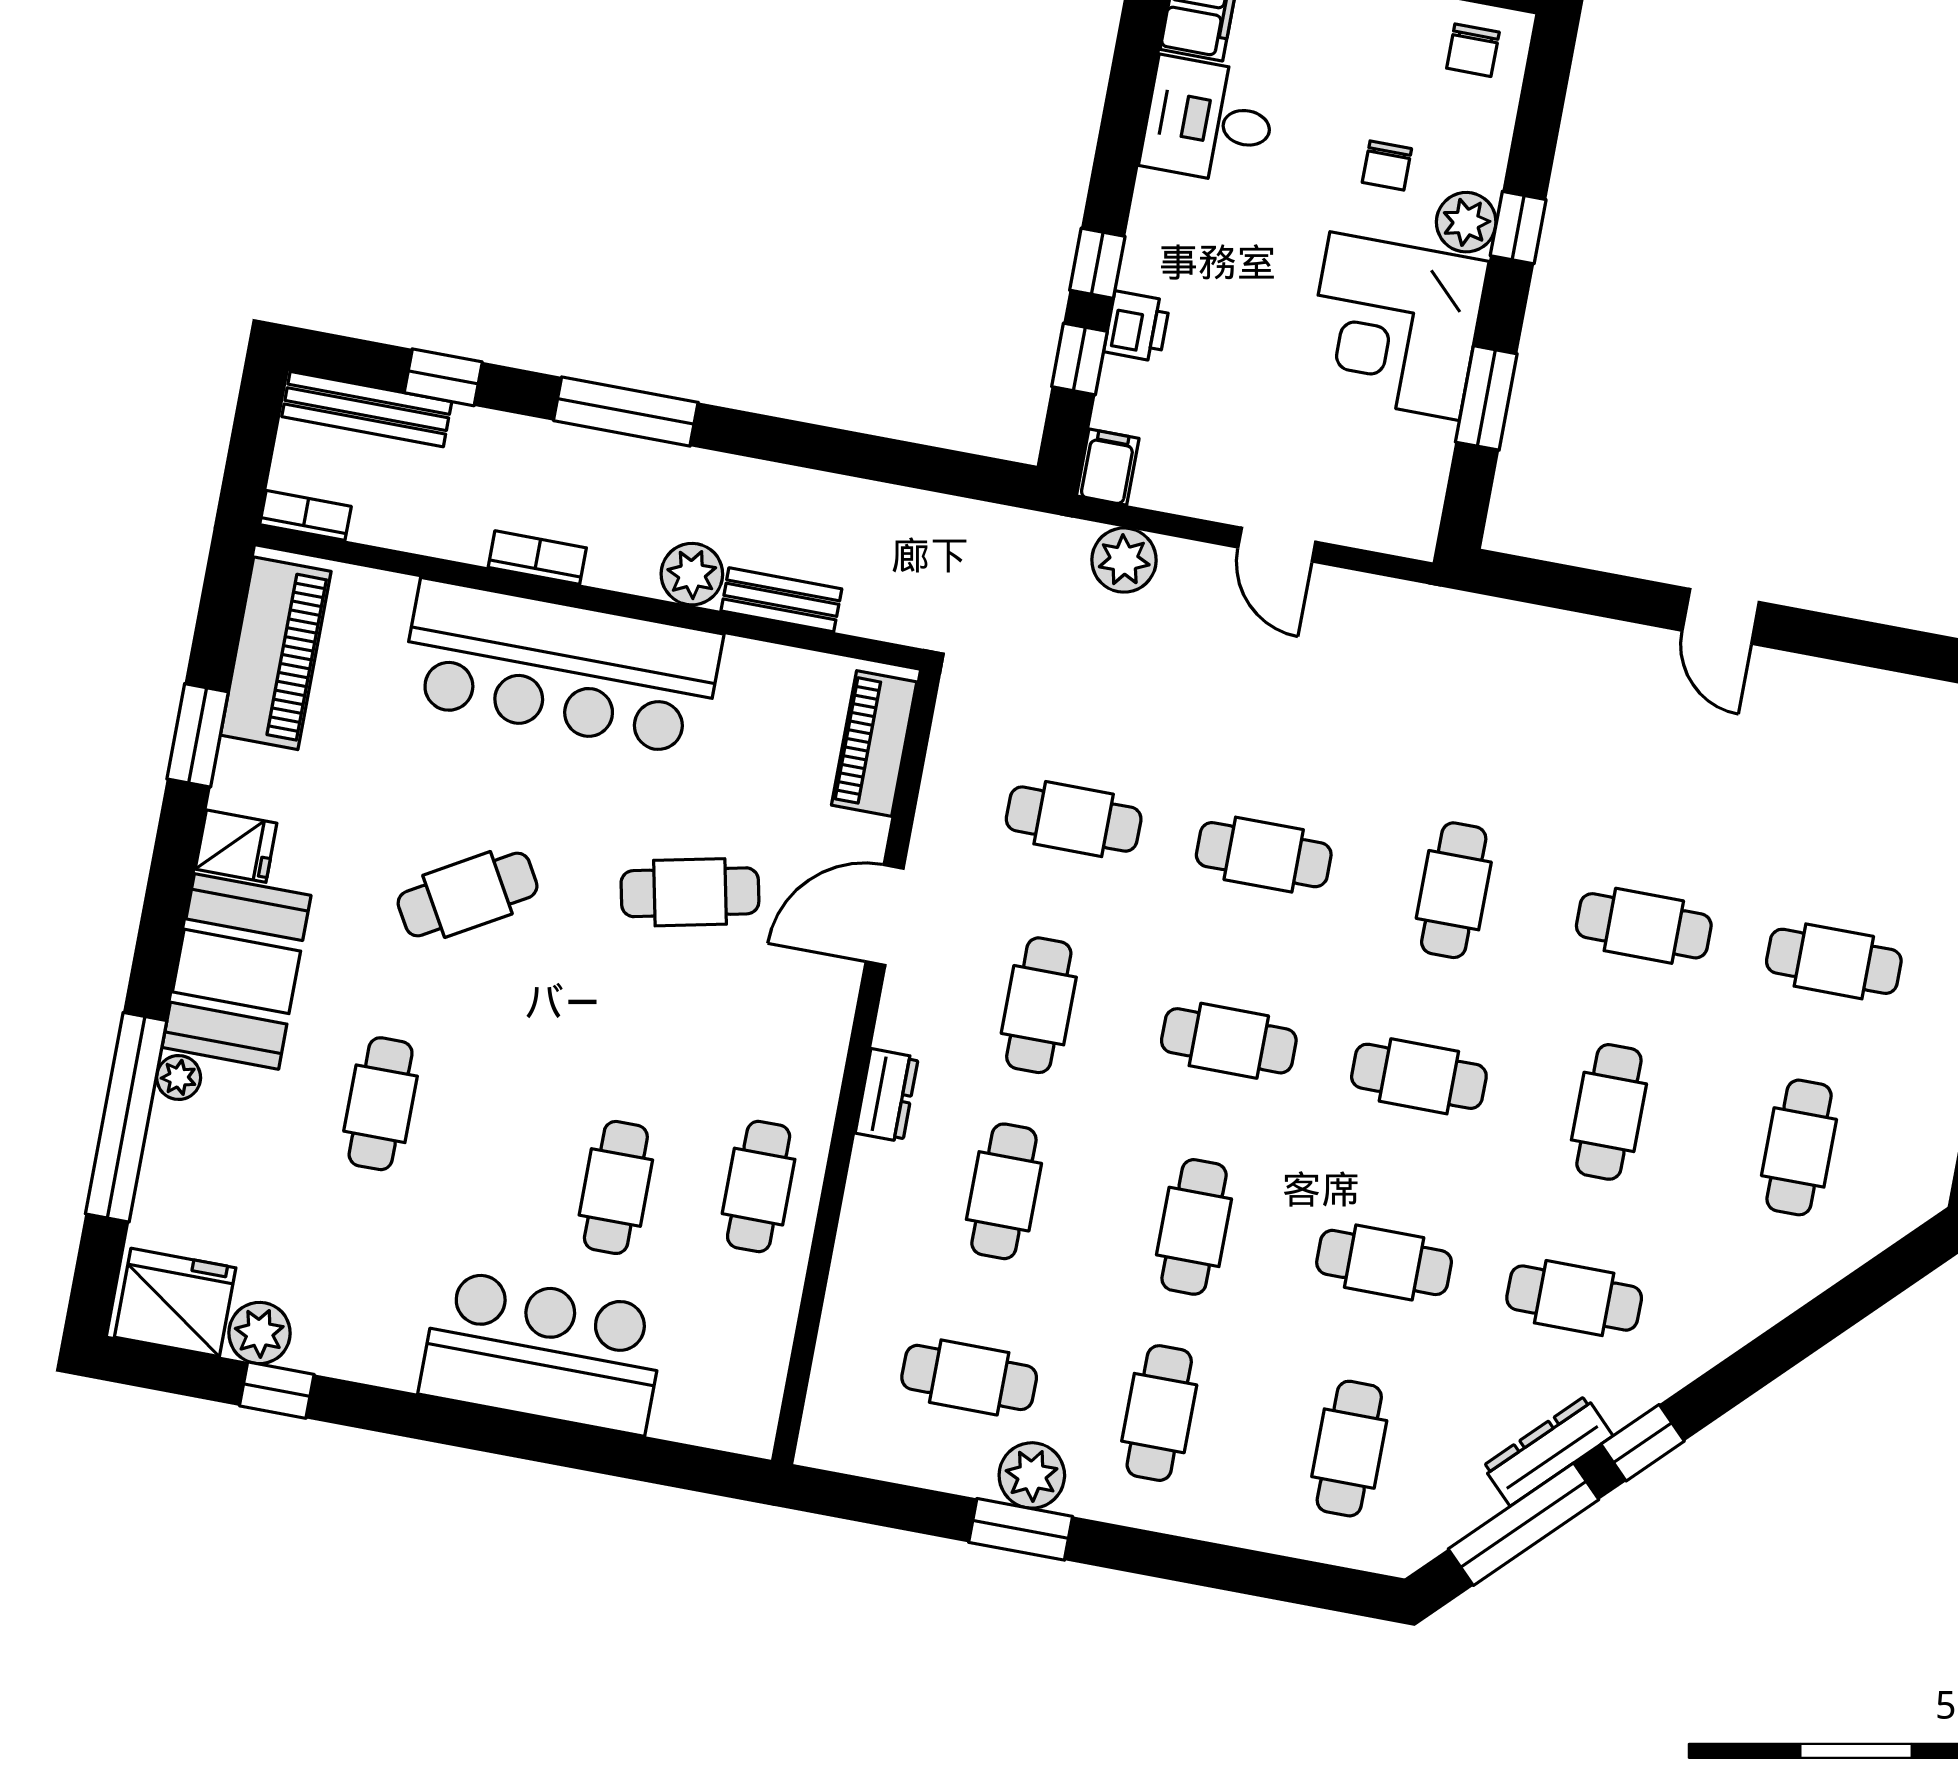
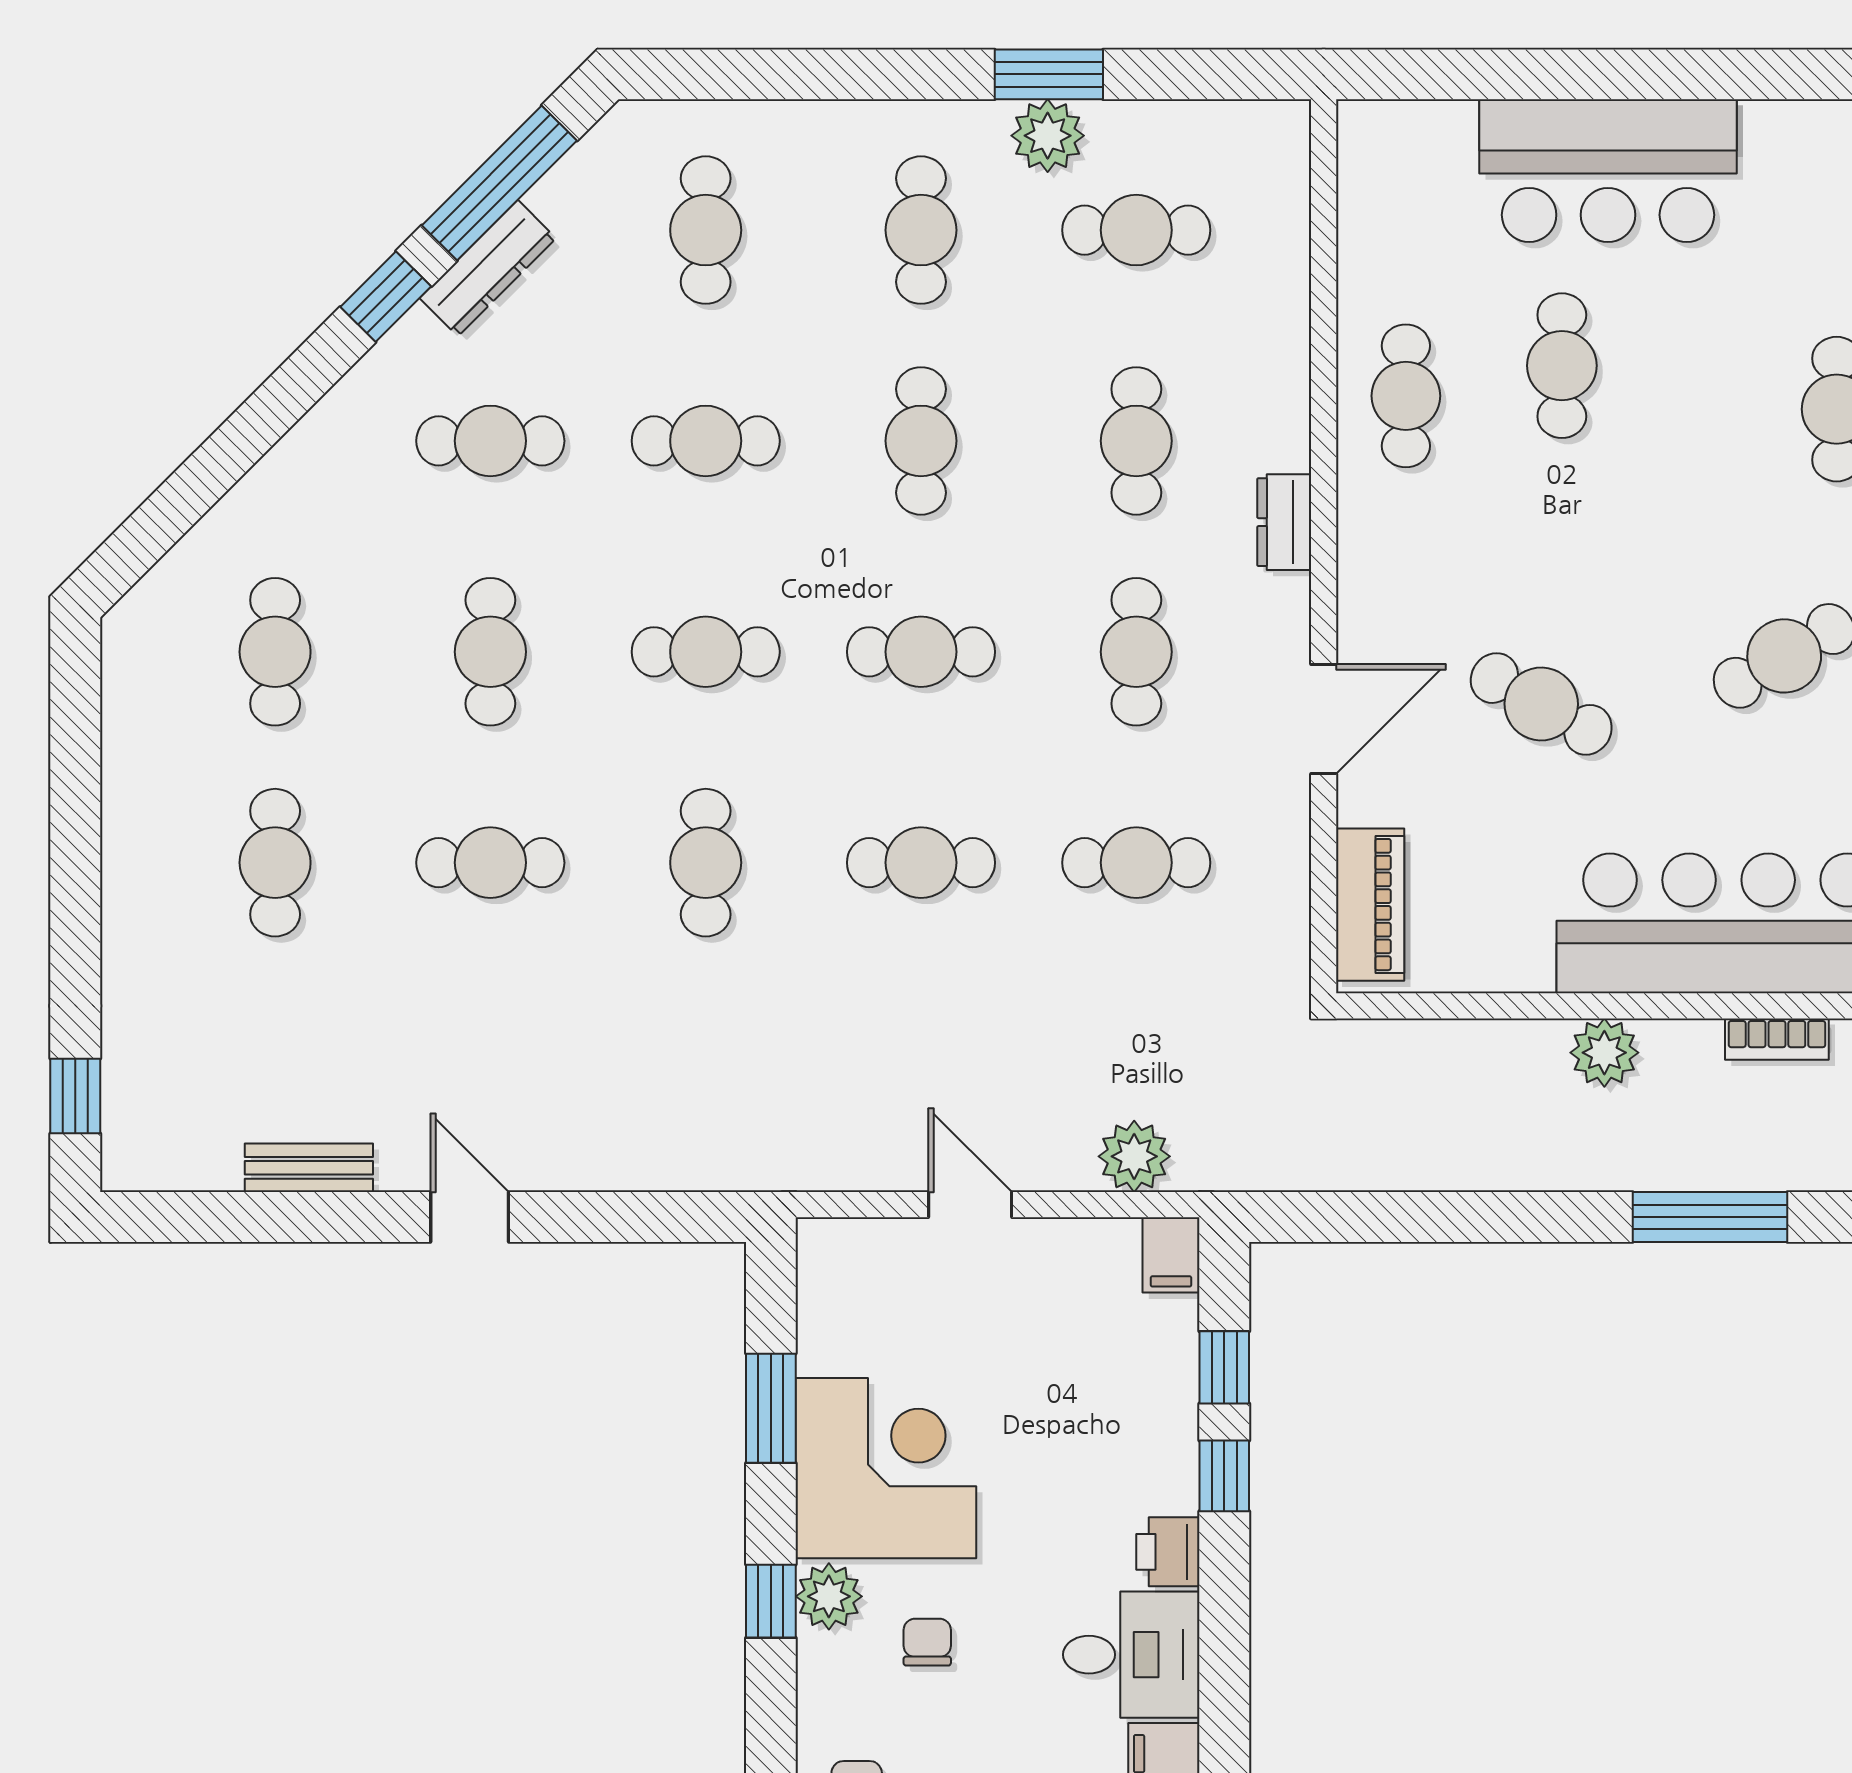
printer: (1137, 326) -> (1168, 1552), moved
bench: (781, 600) -> (309, 1168), moved
cafe table: (690, 892) -> (1541, 704), turned 41
cafe table: (1834, 961) -> (275, 863), turned 90

